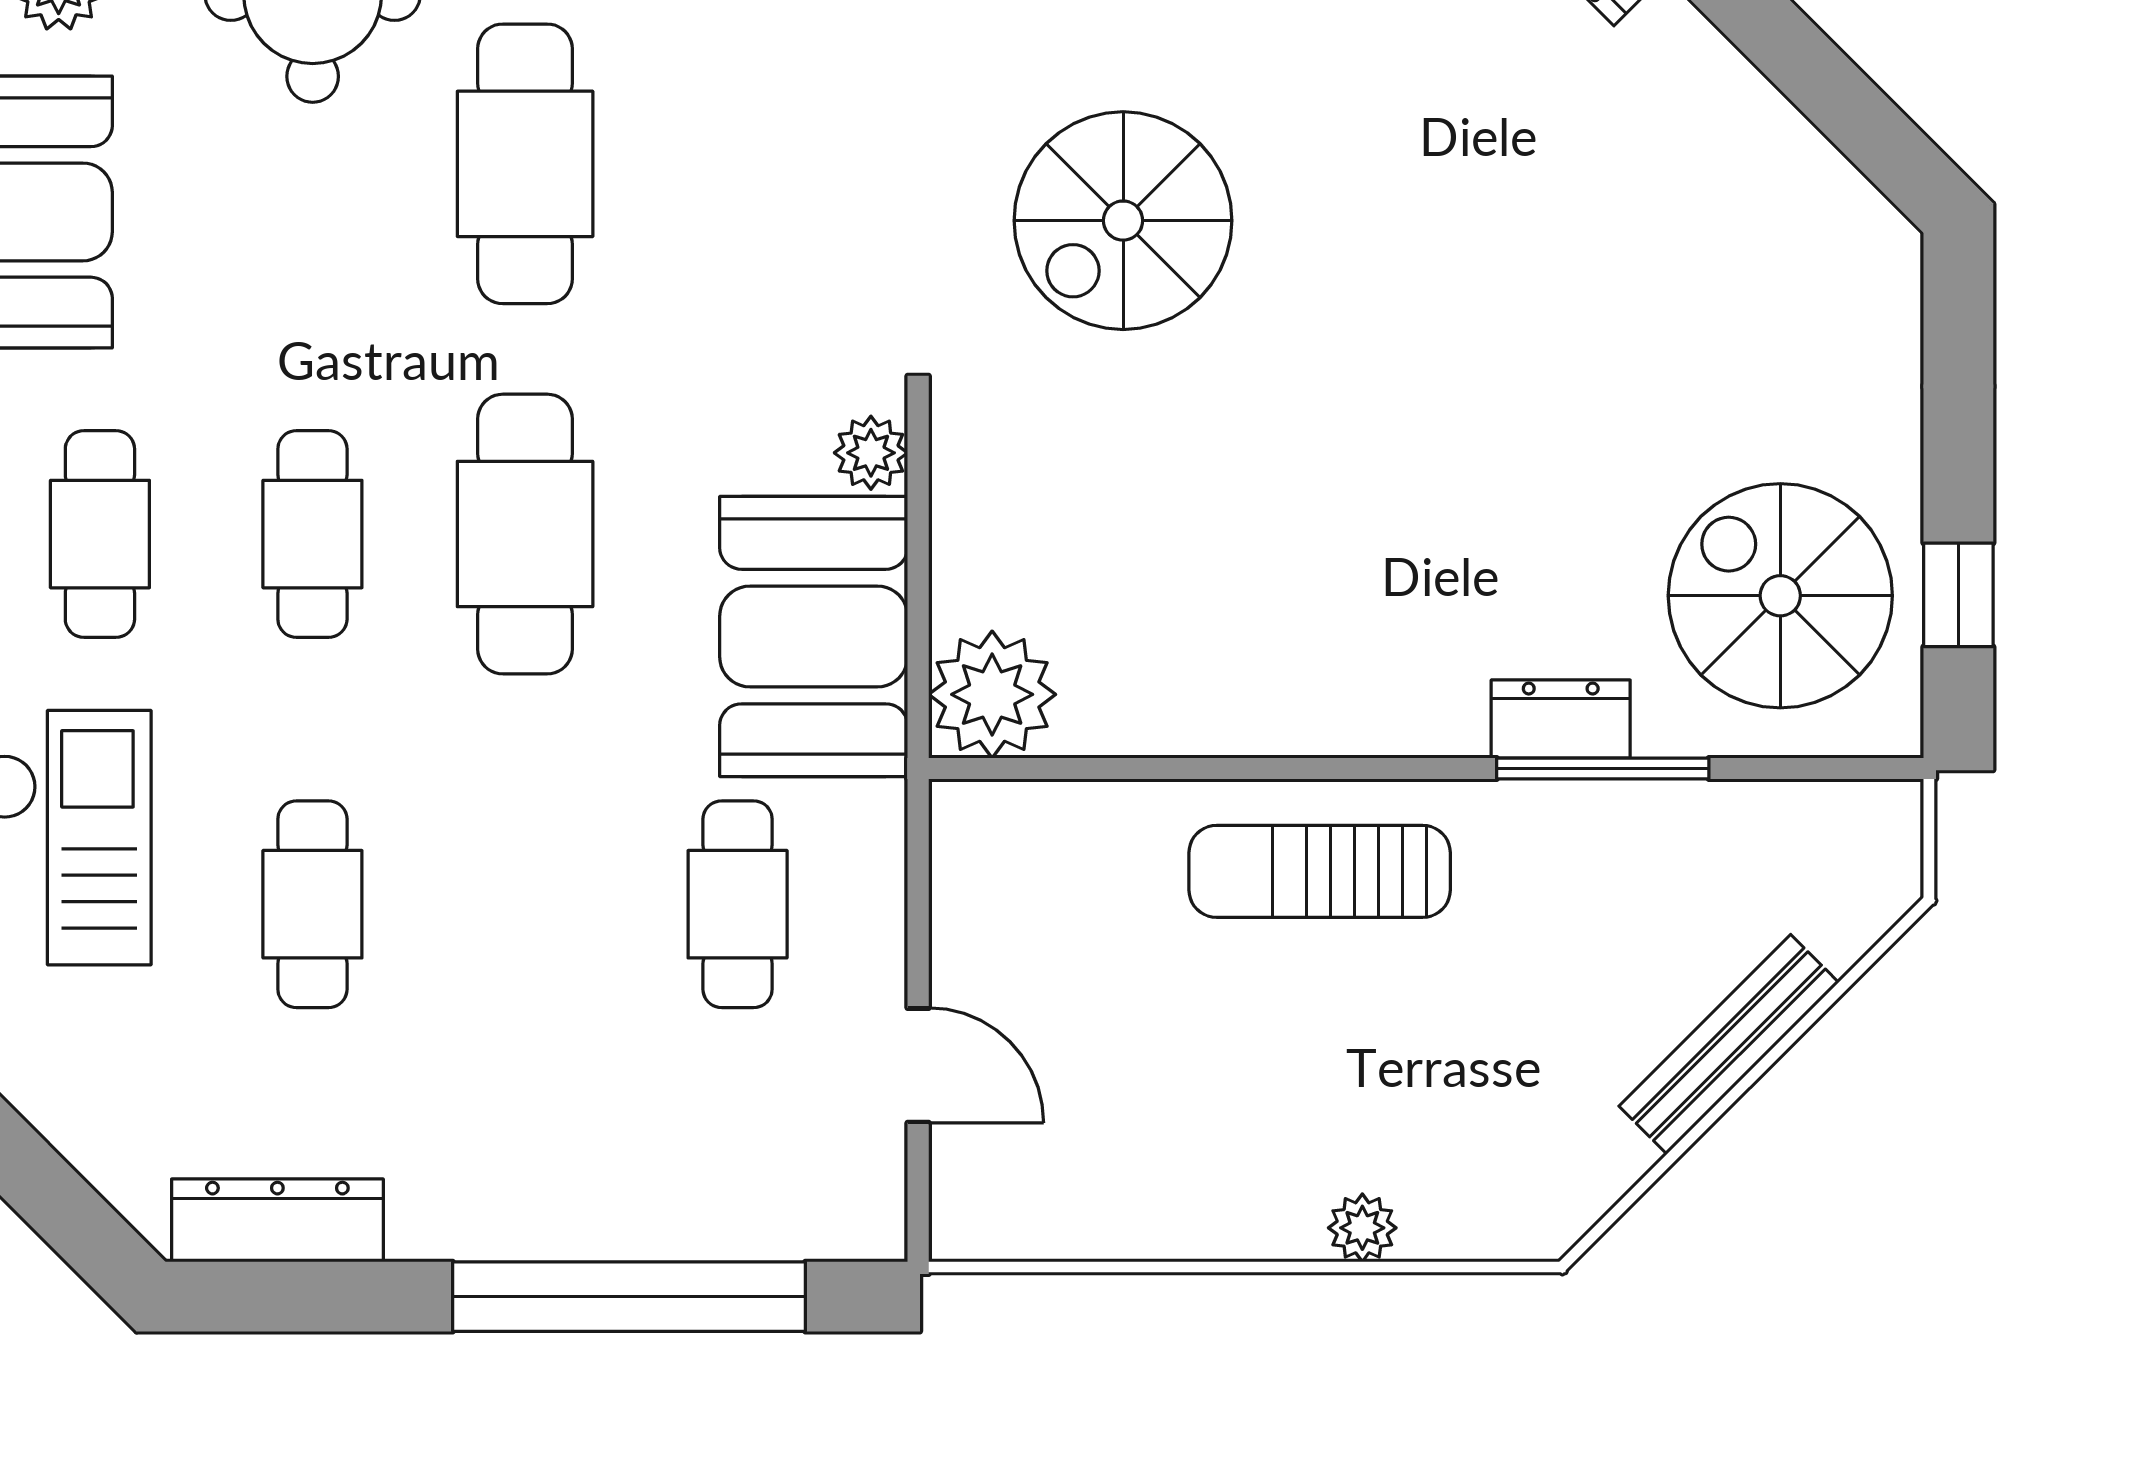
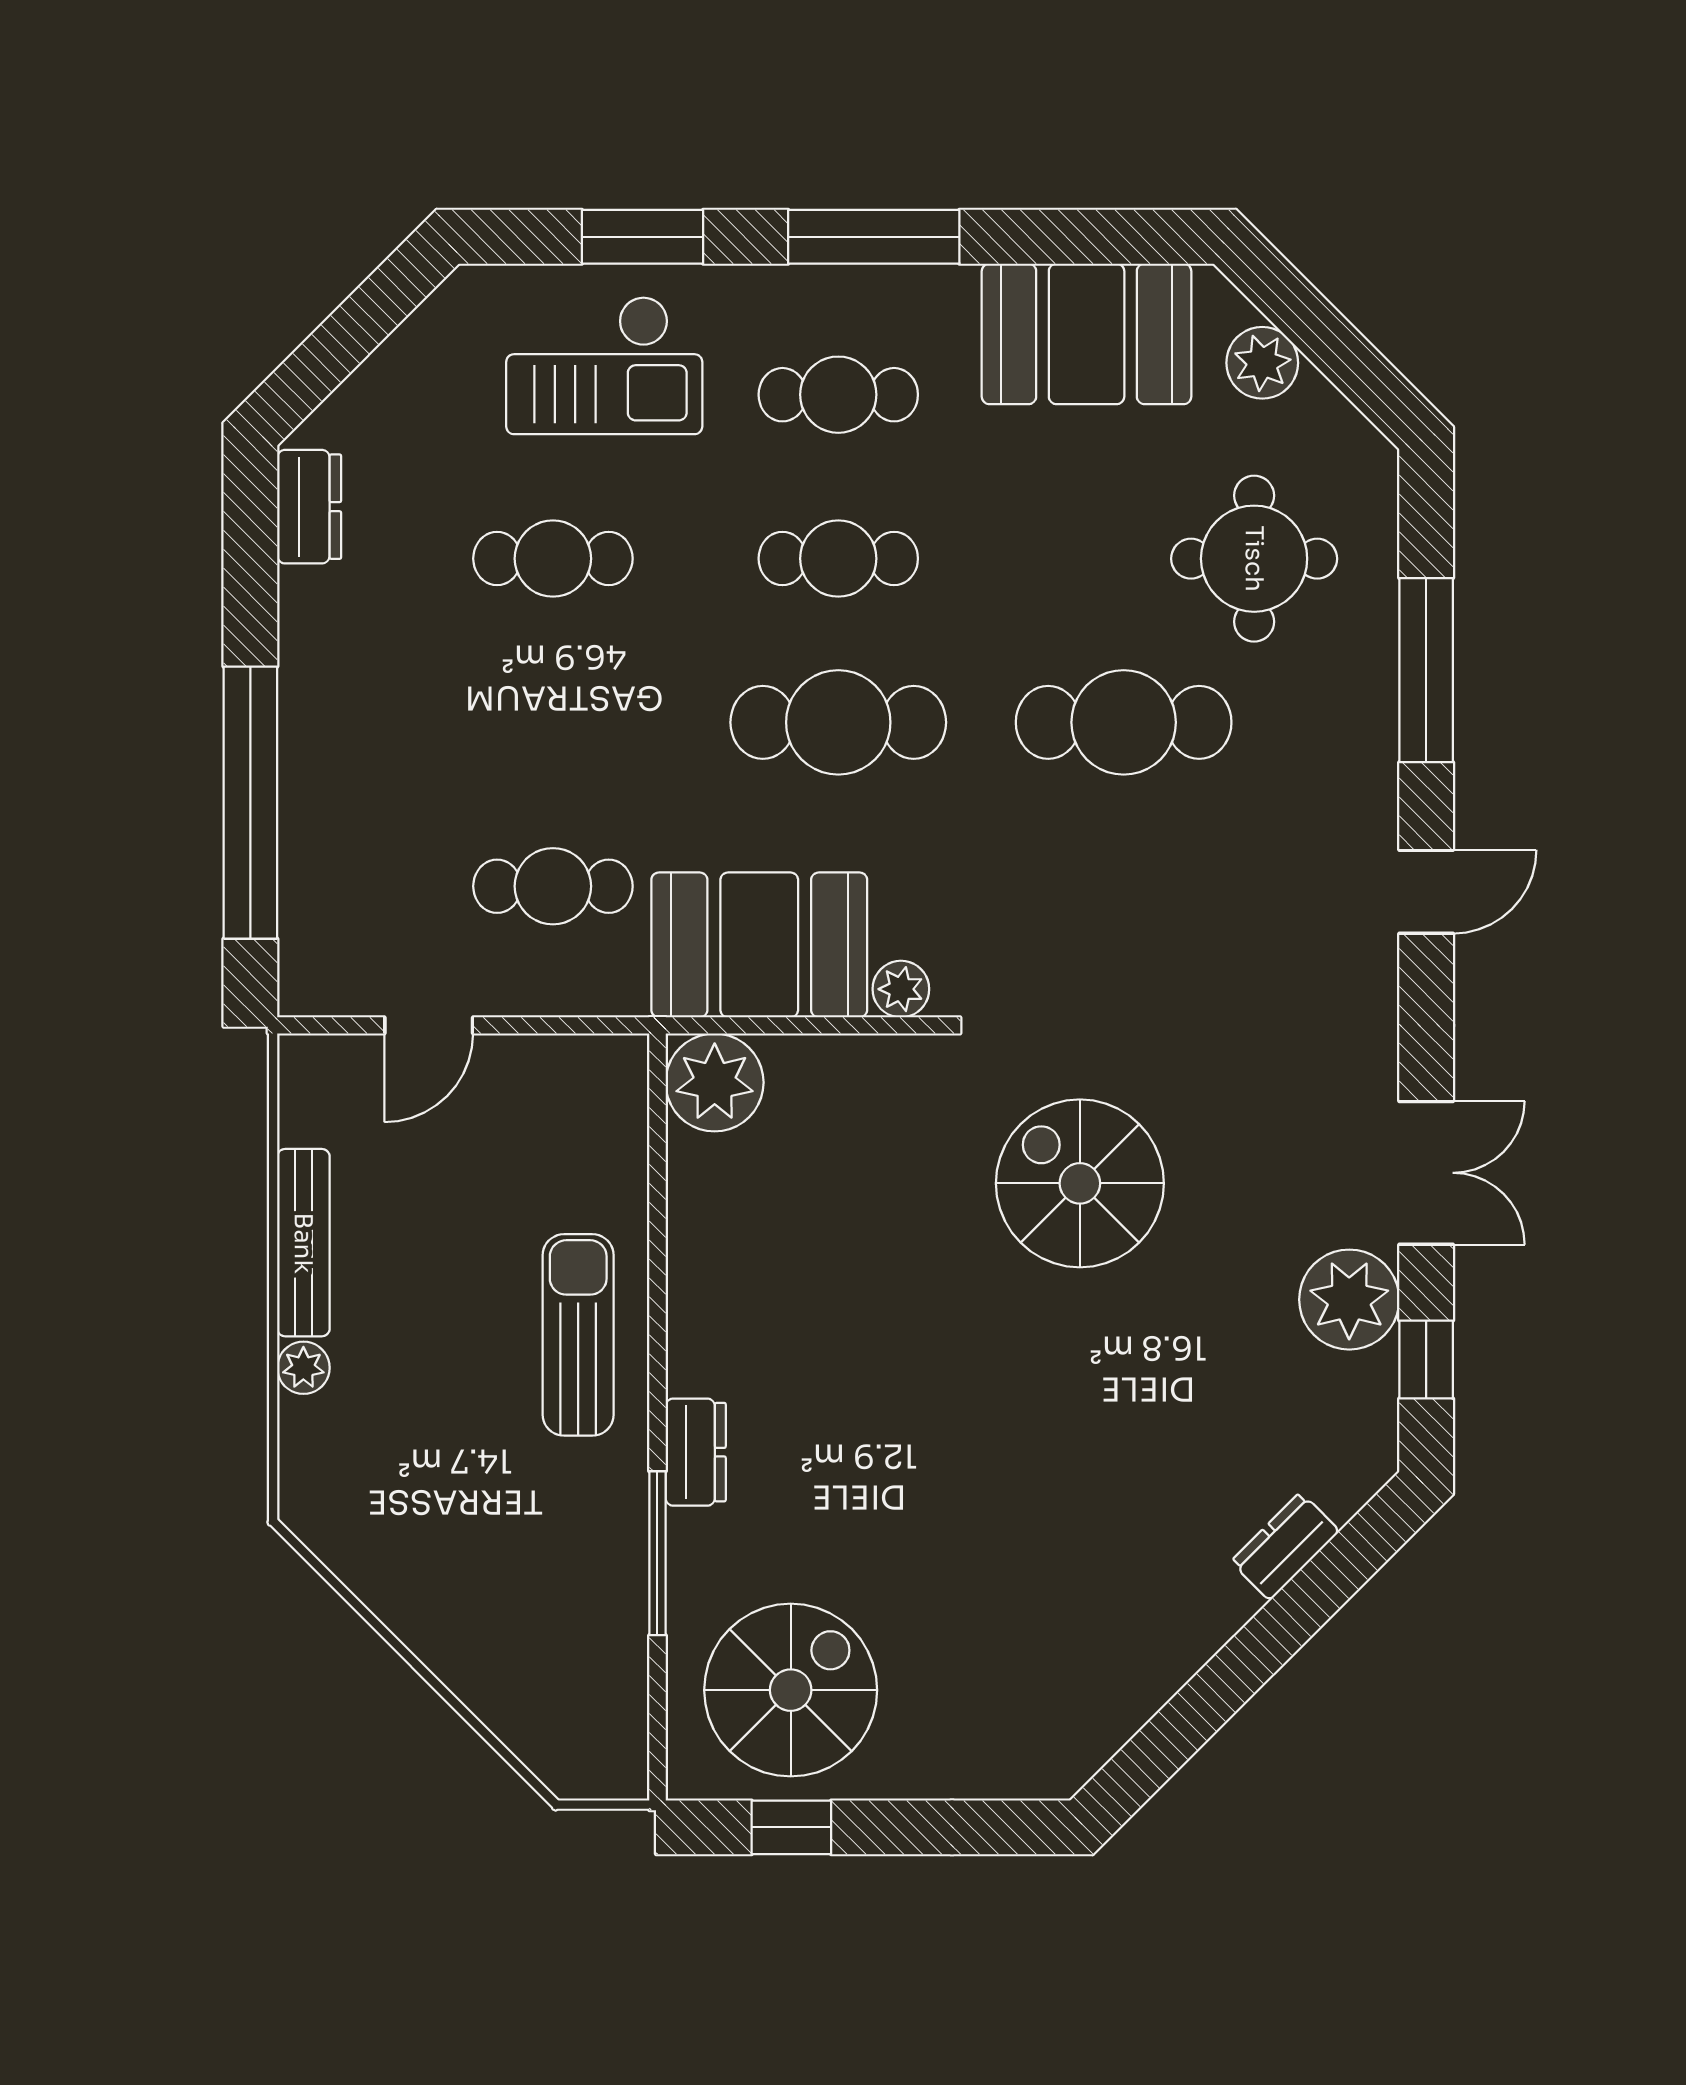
dresser: (1561, 719) -> (696, 1452), moved
bench: (1729, 1044) -> (303, 1243), moved, turned 45
dresser: (277, 1220) -> (309, 507), width x0.70

